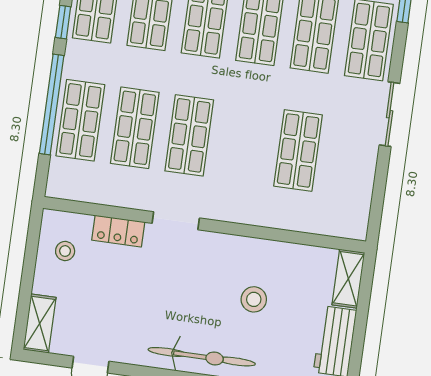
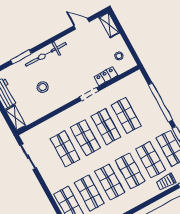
sliding door: (390, 114) -> (28, 157), moved
shop shelf: (80, 120) -> (85, 138), moved

